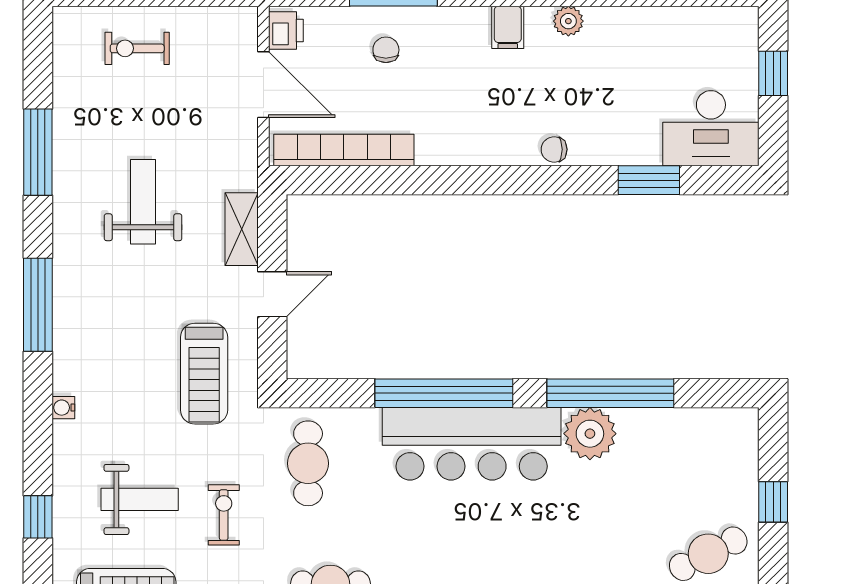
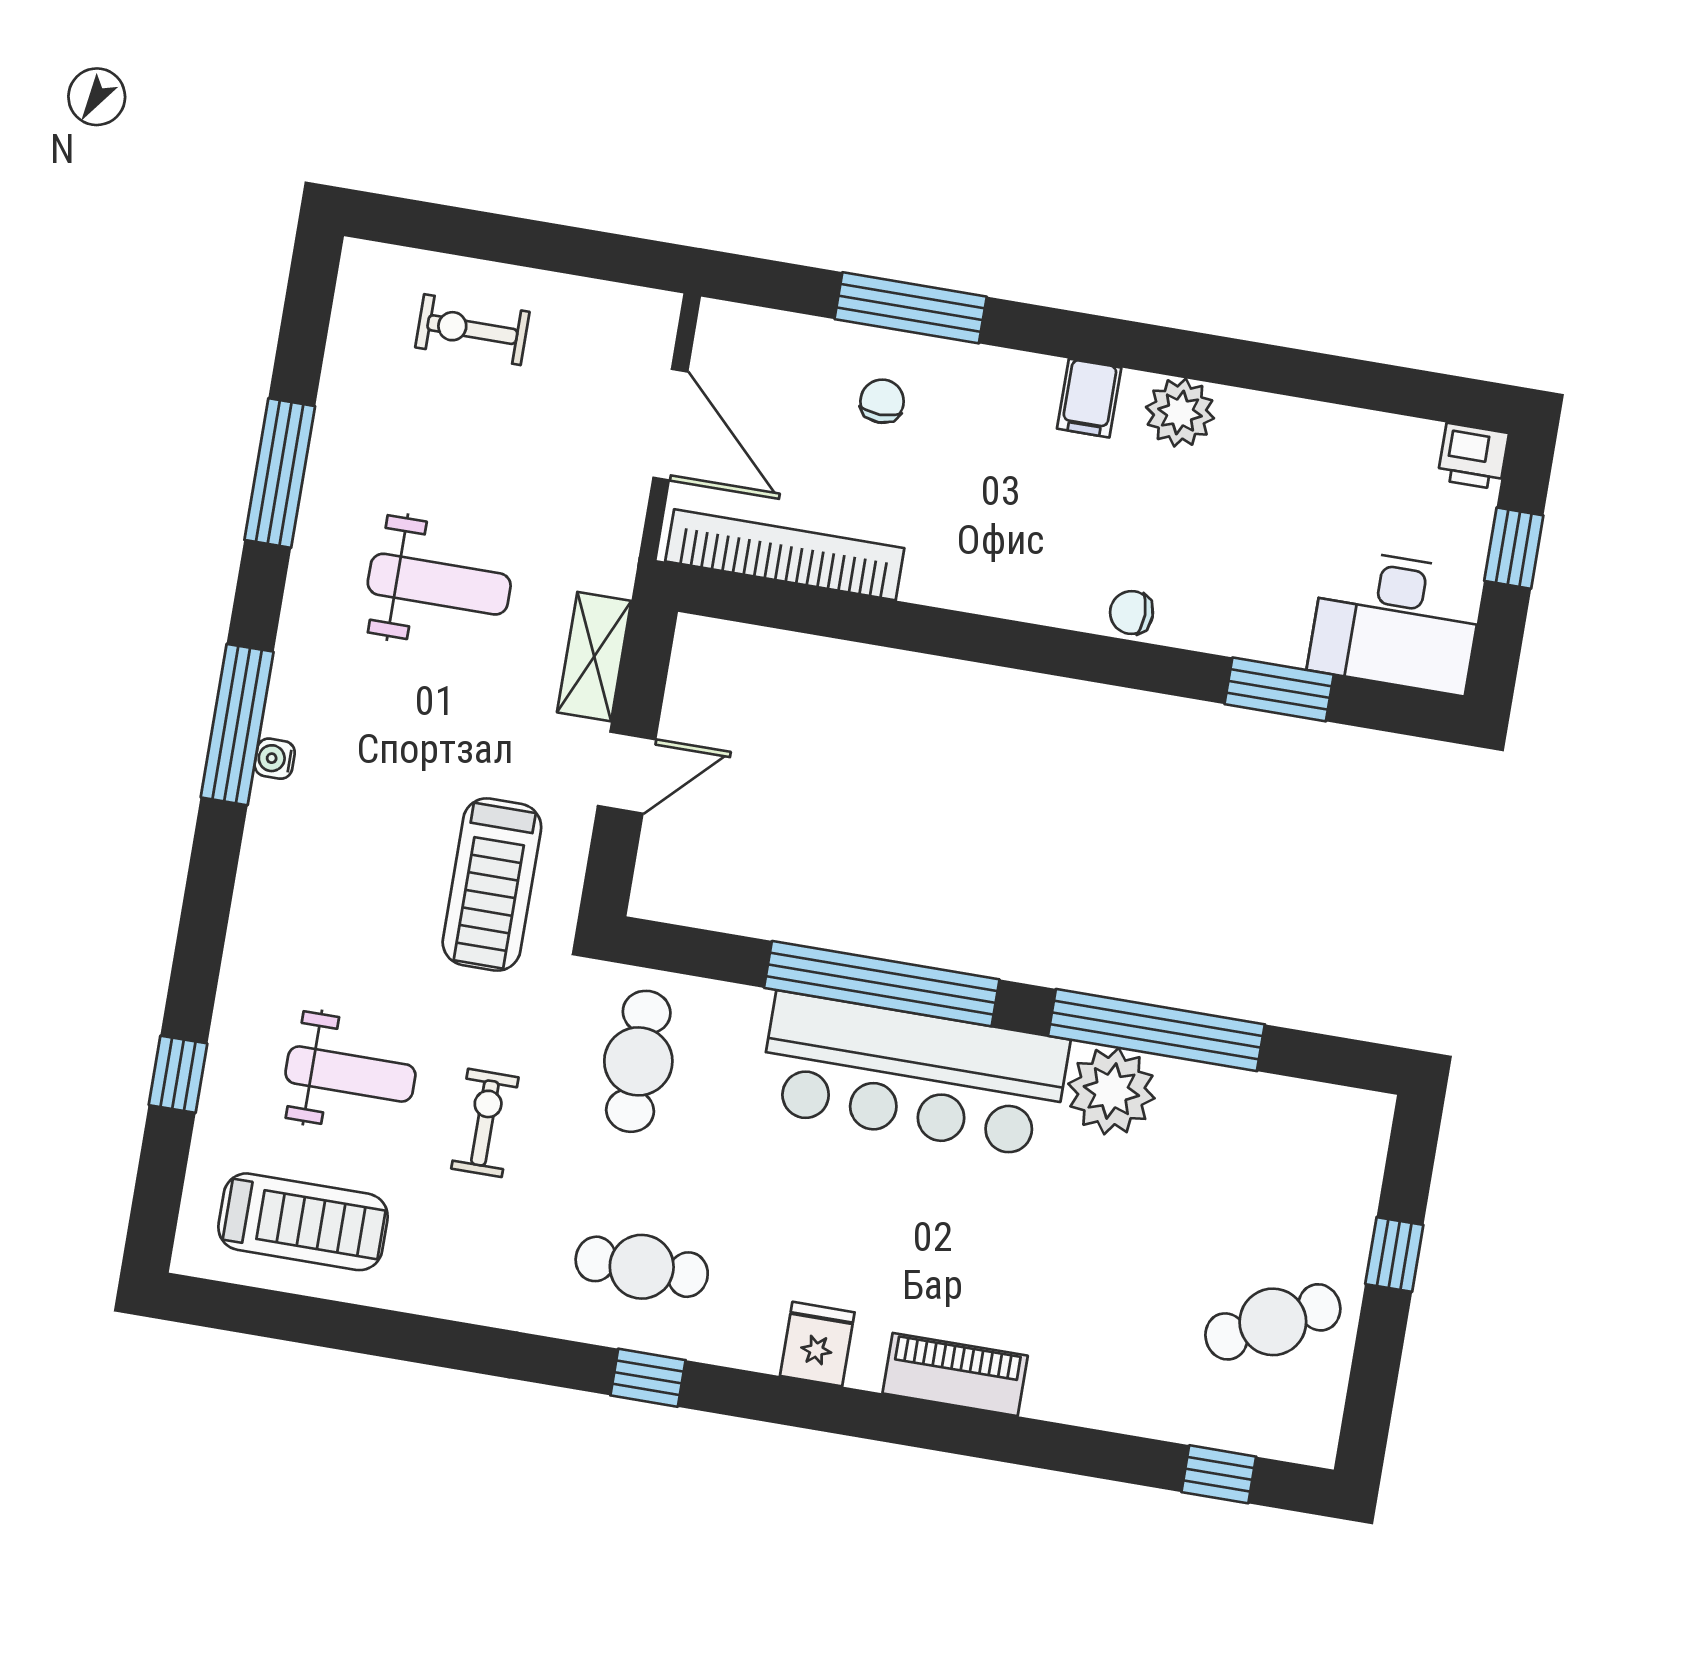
plant: (568, 21) -> (1180, 413), width x1.38, depth x1.38
printer: (286, 31) -> (1473, 456), moved, turned 90
weight bench: (143, 202) -> (439, 584), turned 90
water cooler: (63, 408) -> (275, 759), moved

